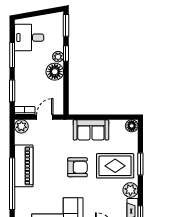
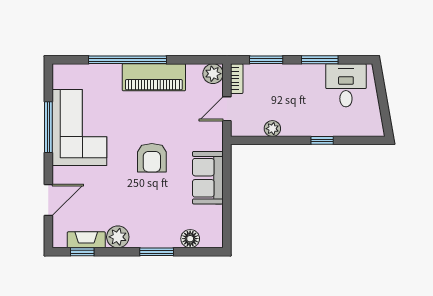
window: (66, 25) -> (364, 140), removed
plant: (58, 57) -> (272, 129), moved
floor lamp: (55, 72) -> (295, 124), removed
door: (45, 117) -> (227, 109), swing flipped
floor lamp: (132, 126) -> (190, 239), moved
rug: (115, 166) -> (154, 214), removed

